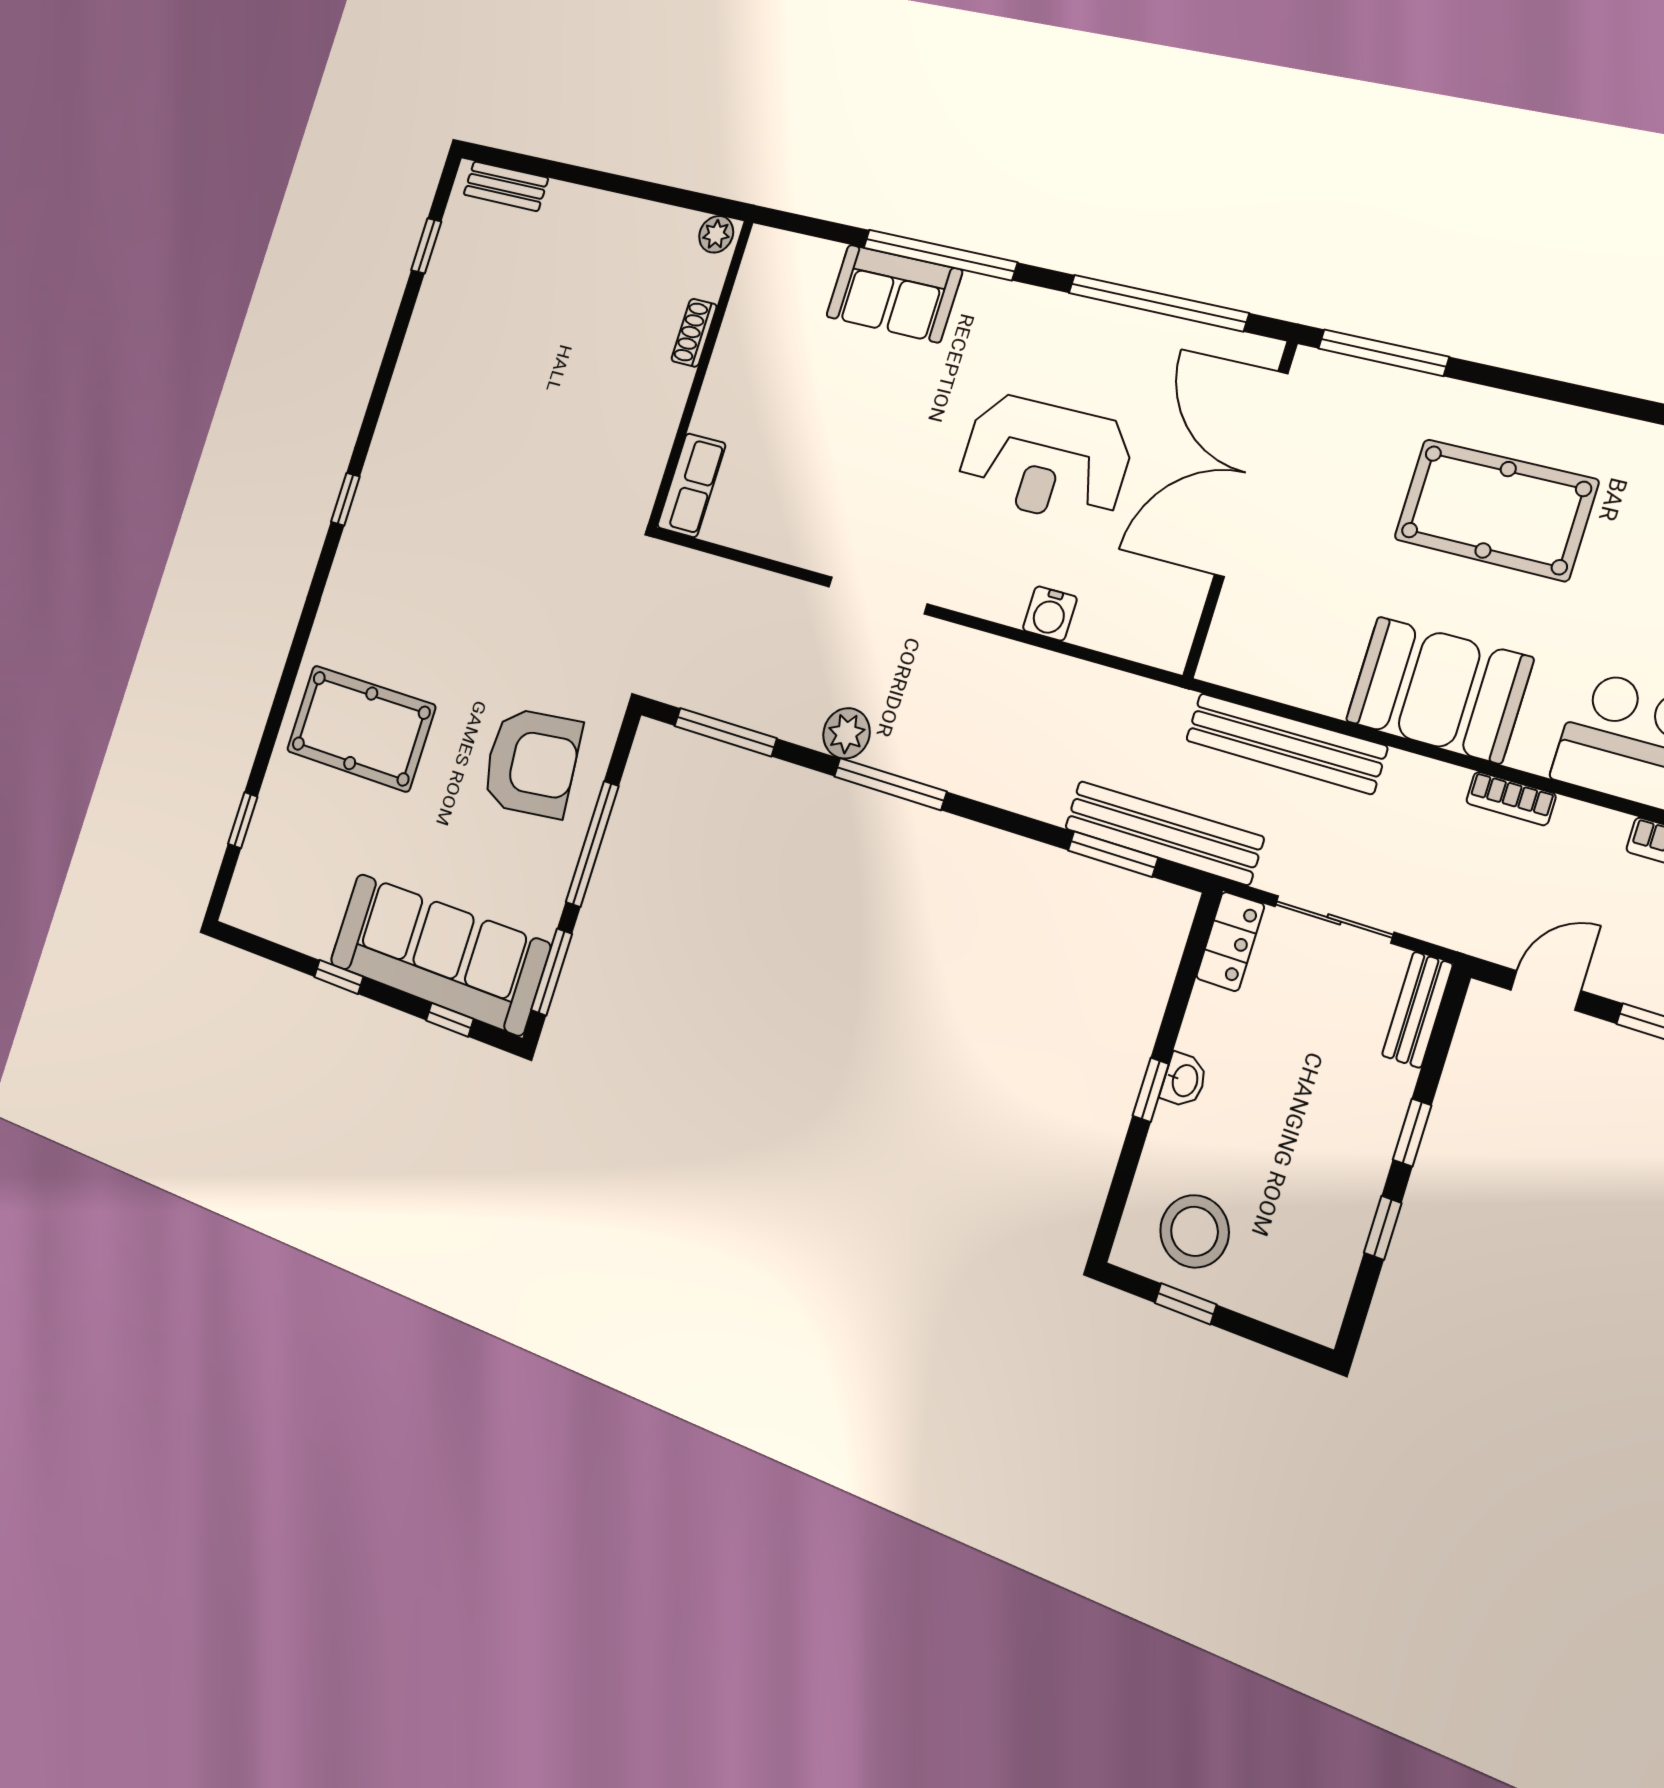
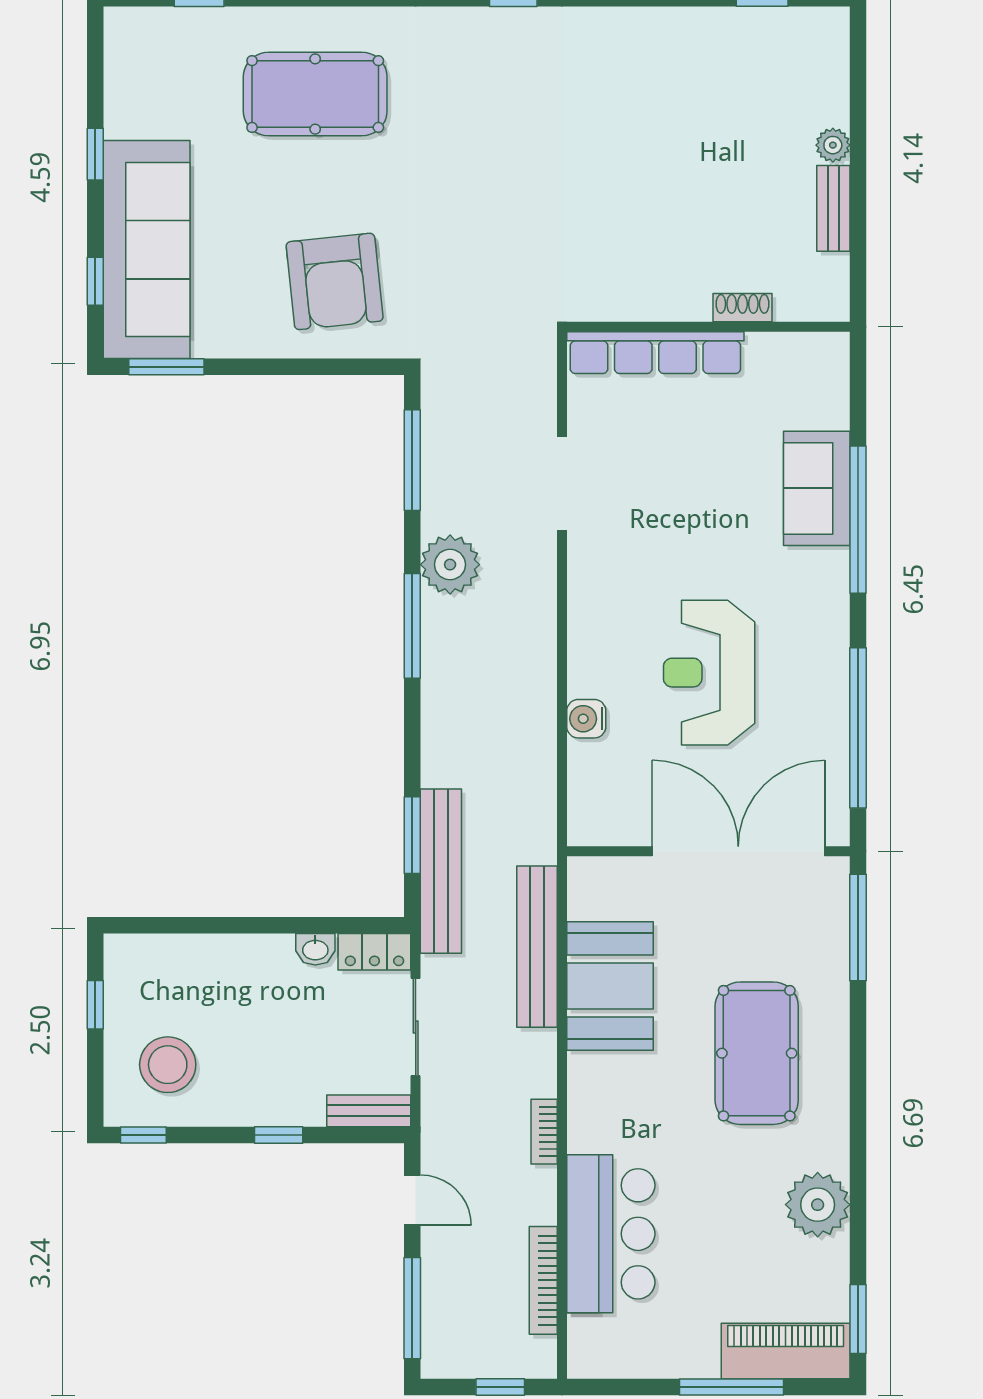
bench: (506, 186) -> (833, 208), moved
plant: (716, 234) -> (833, 145), moved
row of seats: (691, 485) -> (655, 353), width x2.02
doorway: (878, 595) -> (562, 483), moved
booth: (1439, 690) -> (610, 986), moved
pool table: (361, 728) -> (315, 94), turned 90
plant: (846, 733) -> (450, 565), width x1.36, depth x1.36
window: (592, 844) -> (284, 367), removed
washbasin: (1184, 1080) -> (315, 949), moved
window: (1151, 1090) -> (243, 925), removed
window: (1383, 1228) -> (143, 1135), moved
stool: (1194, 1231) -> (168, 1065), moved

